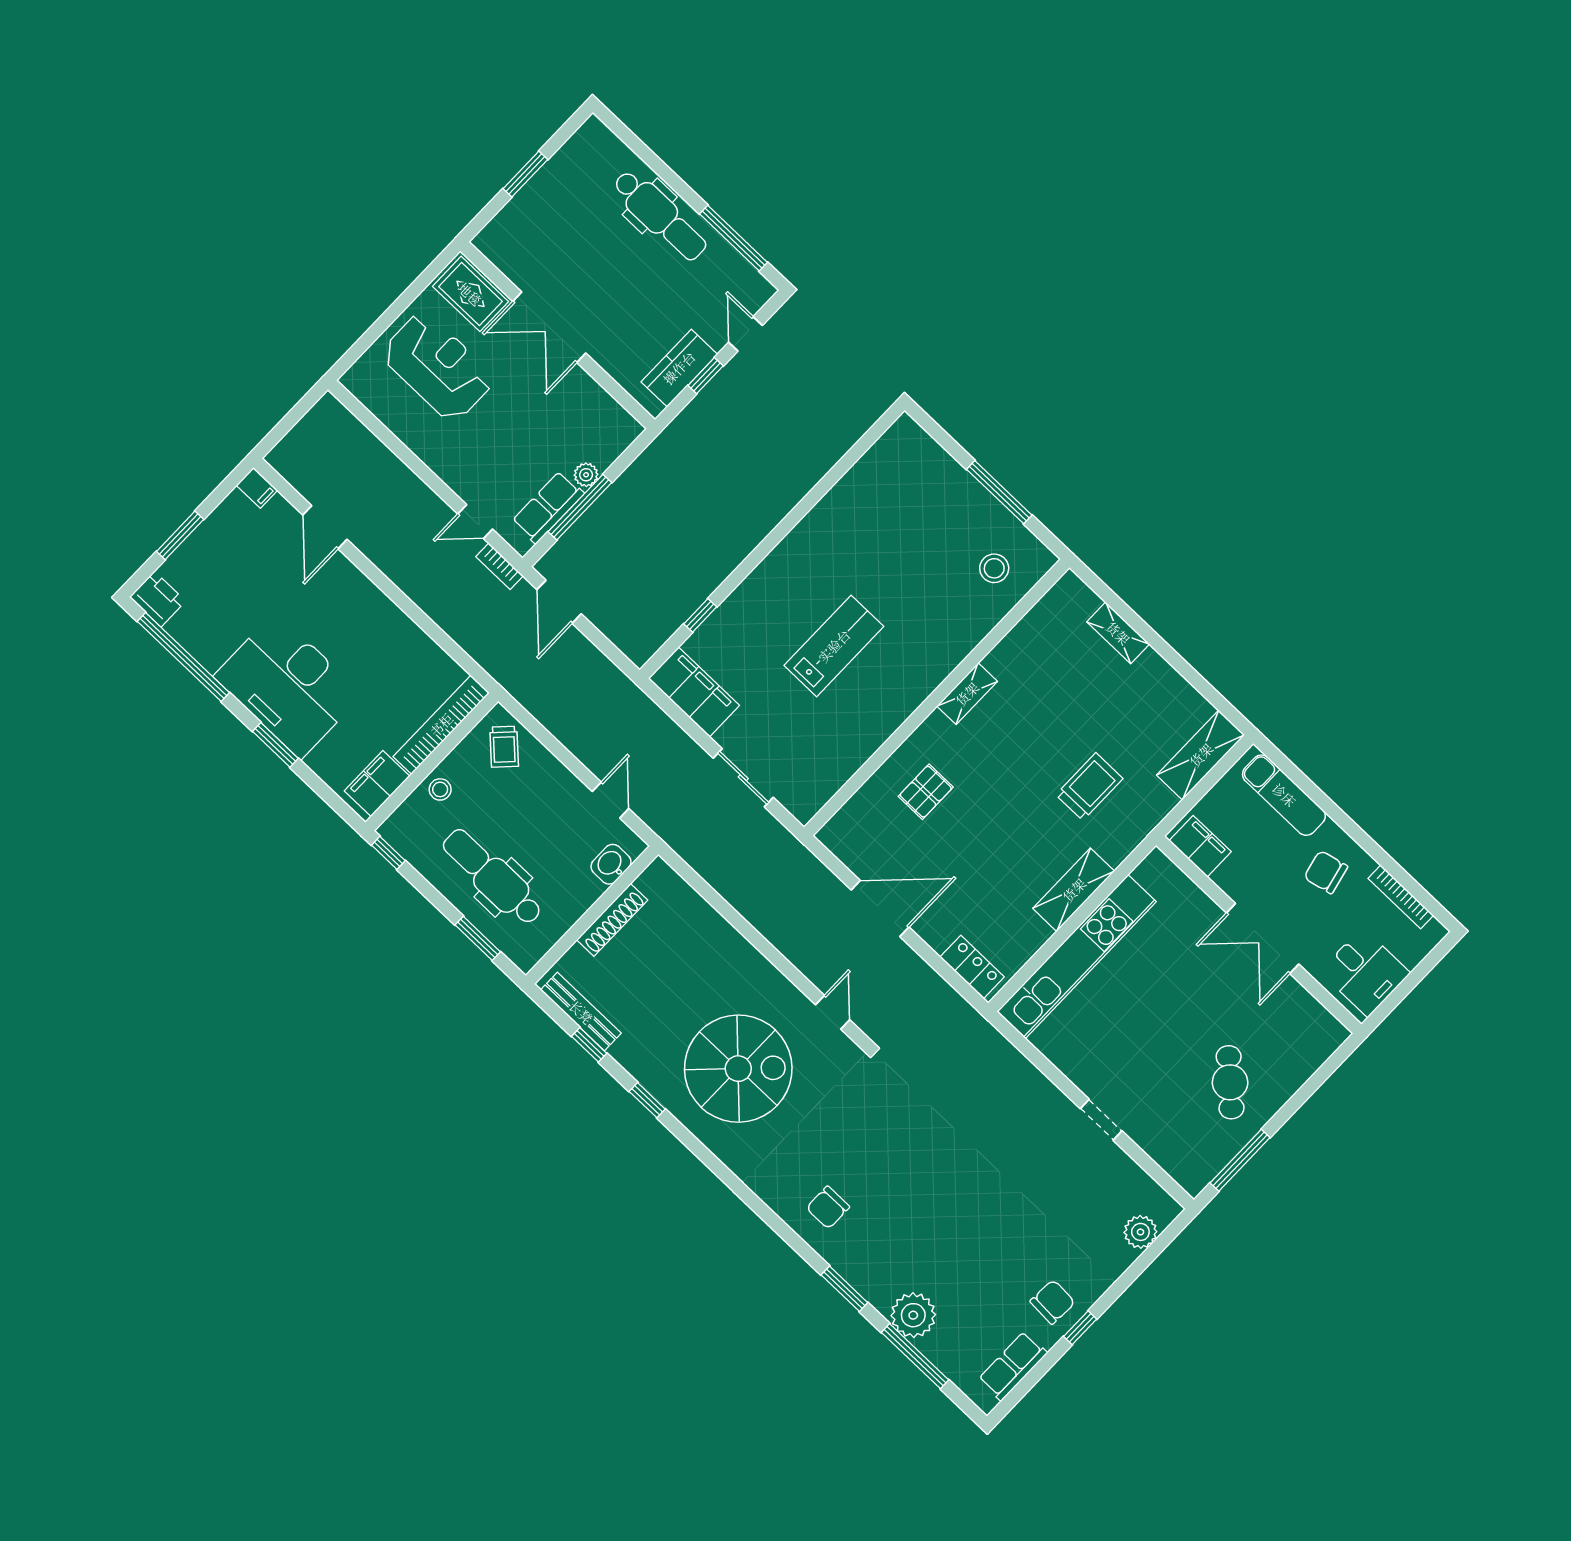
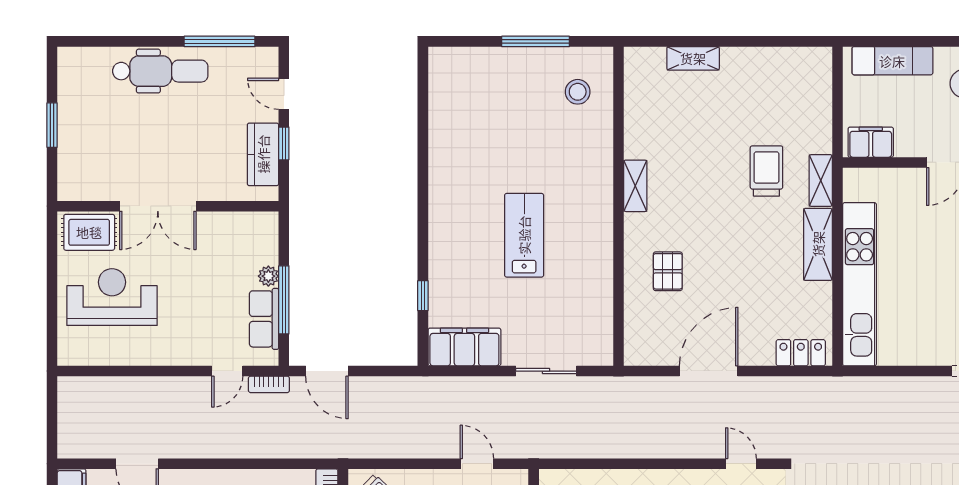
shelving: (1201, 755) -> (821, 180), moved, width x0.67, depth x0.75

